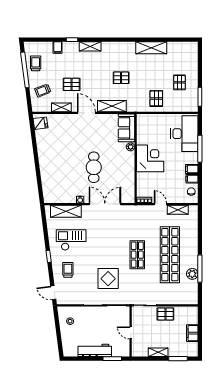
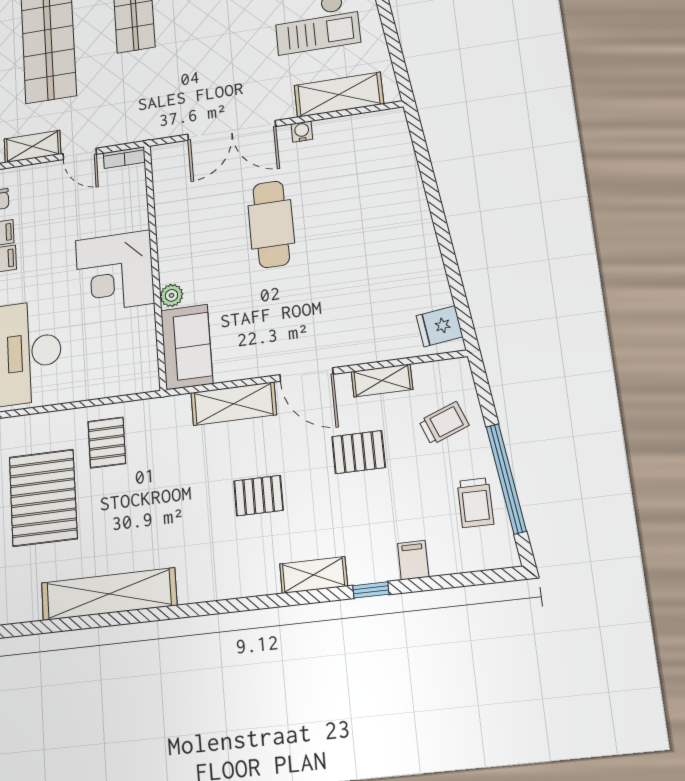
shelving: (151, 48) -> (109, 594), width x1.47
pallet: (121, 78) -> (259, 496), moved
pallet: (179, 82) -> (43, 498), width x2.05, depth x2.00

